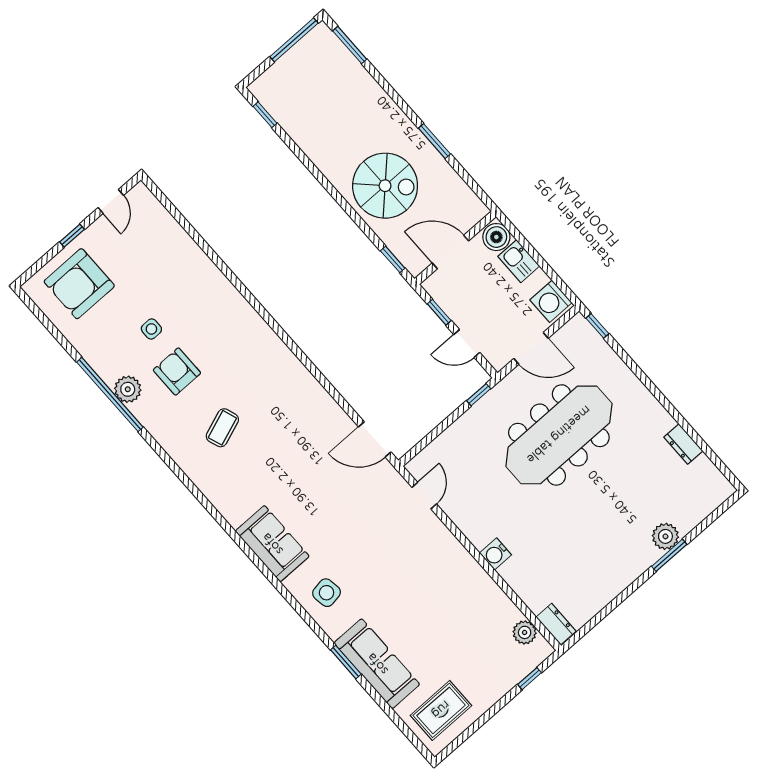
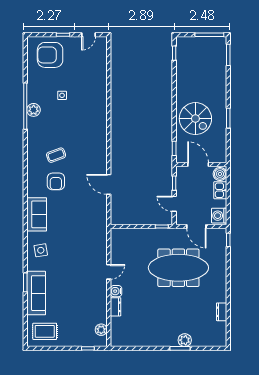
armchair: (177, 371) -> (56, 181), moved, turned 180
door: (375, 439) -> (109, 184), moved
door: (424, 496) -> (109, 272), moved
dresser: (556, 624) -> (116, 307), moved

